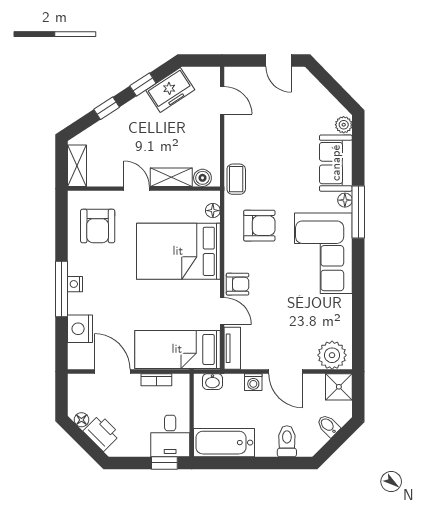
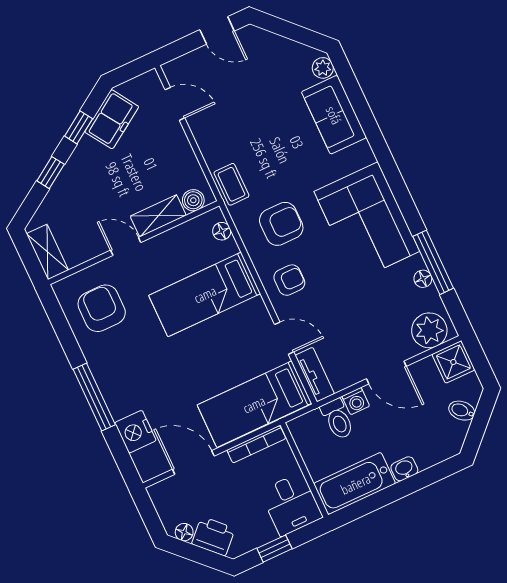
floor lamp: (345, 200) -> (423, 279), moved
window: (358, 212) -> (433, 262), moved
armchair: (98, 226) -> (102, 308), turned 180
bed: (178, 251) -> (205, 294), width x0.67
nightstand: (75, 284) -> (106, 384), removed
armchair: (238, 284) -> (289, 280), moved
bookcase: (156, 380) -> (256, 444), width x1.56
washbasin: (212, 382) -> (404, 469), moved, turned 180
toilet: (287, 441) -> (337, 419), moved, turned 180
window: (164, 463) -> (274, 549), moved

